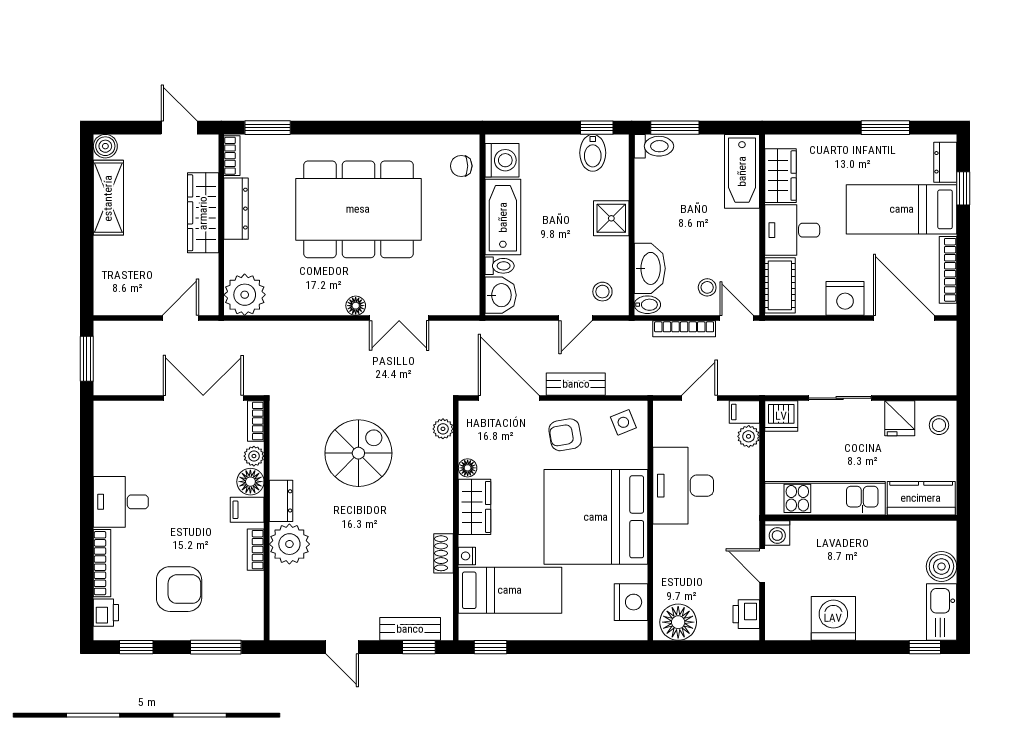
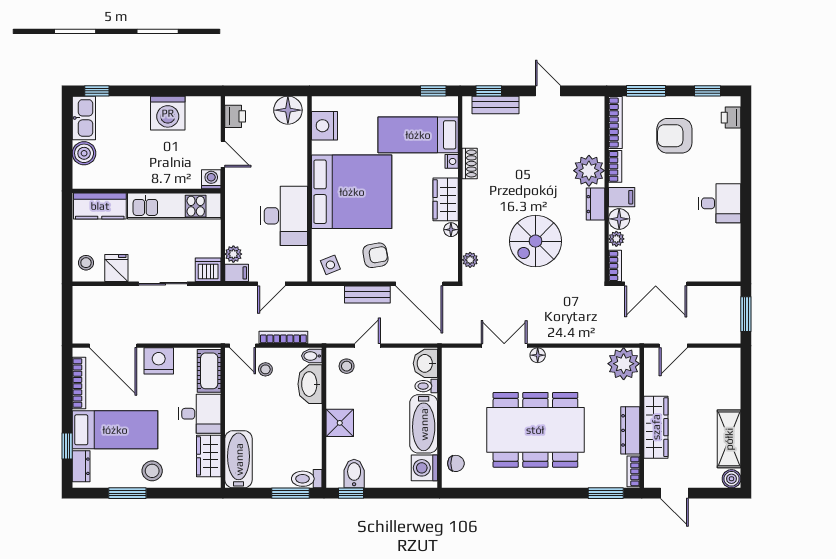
stool: (854, 156) -> (152, 471), added
bookcase: (102, 563) -> (615, 123), moved, turned 180

